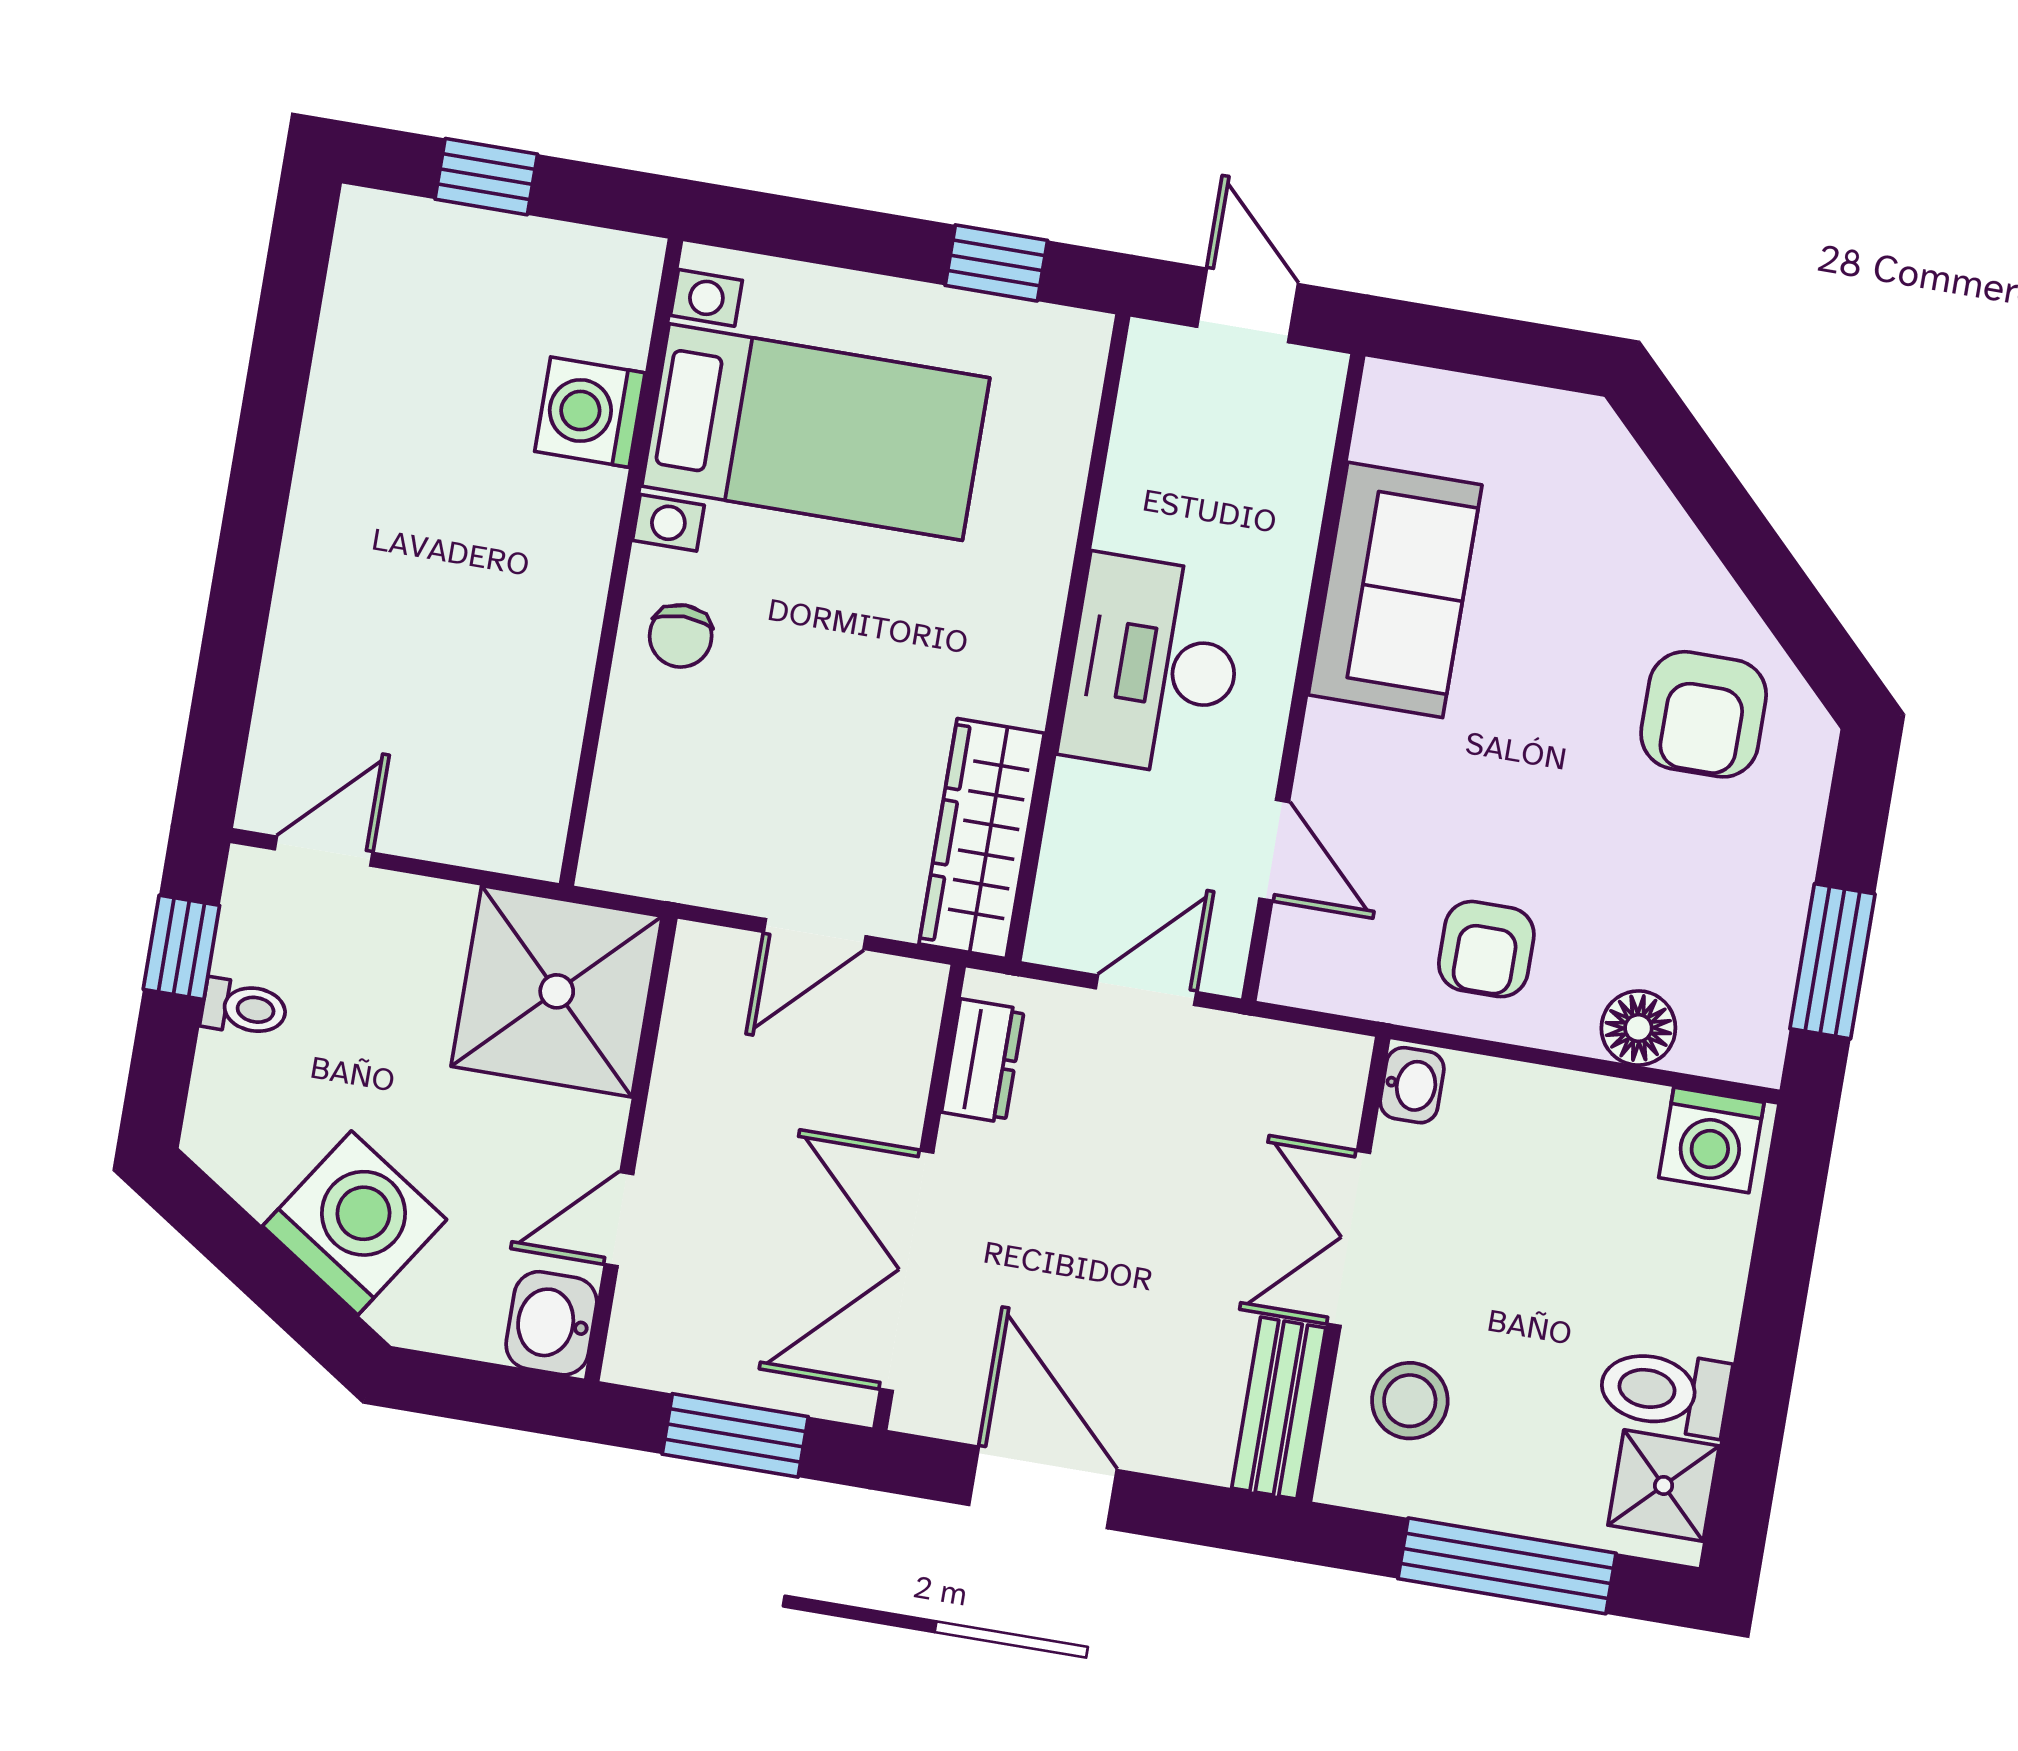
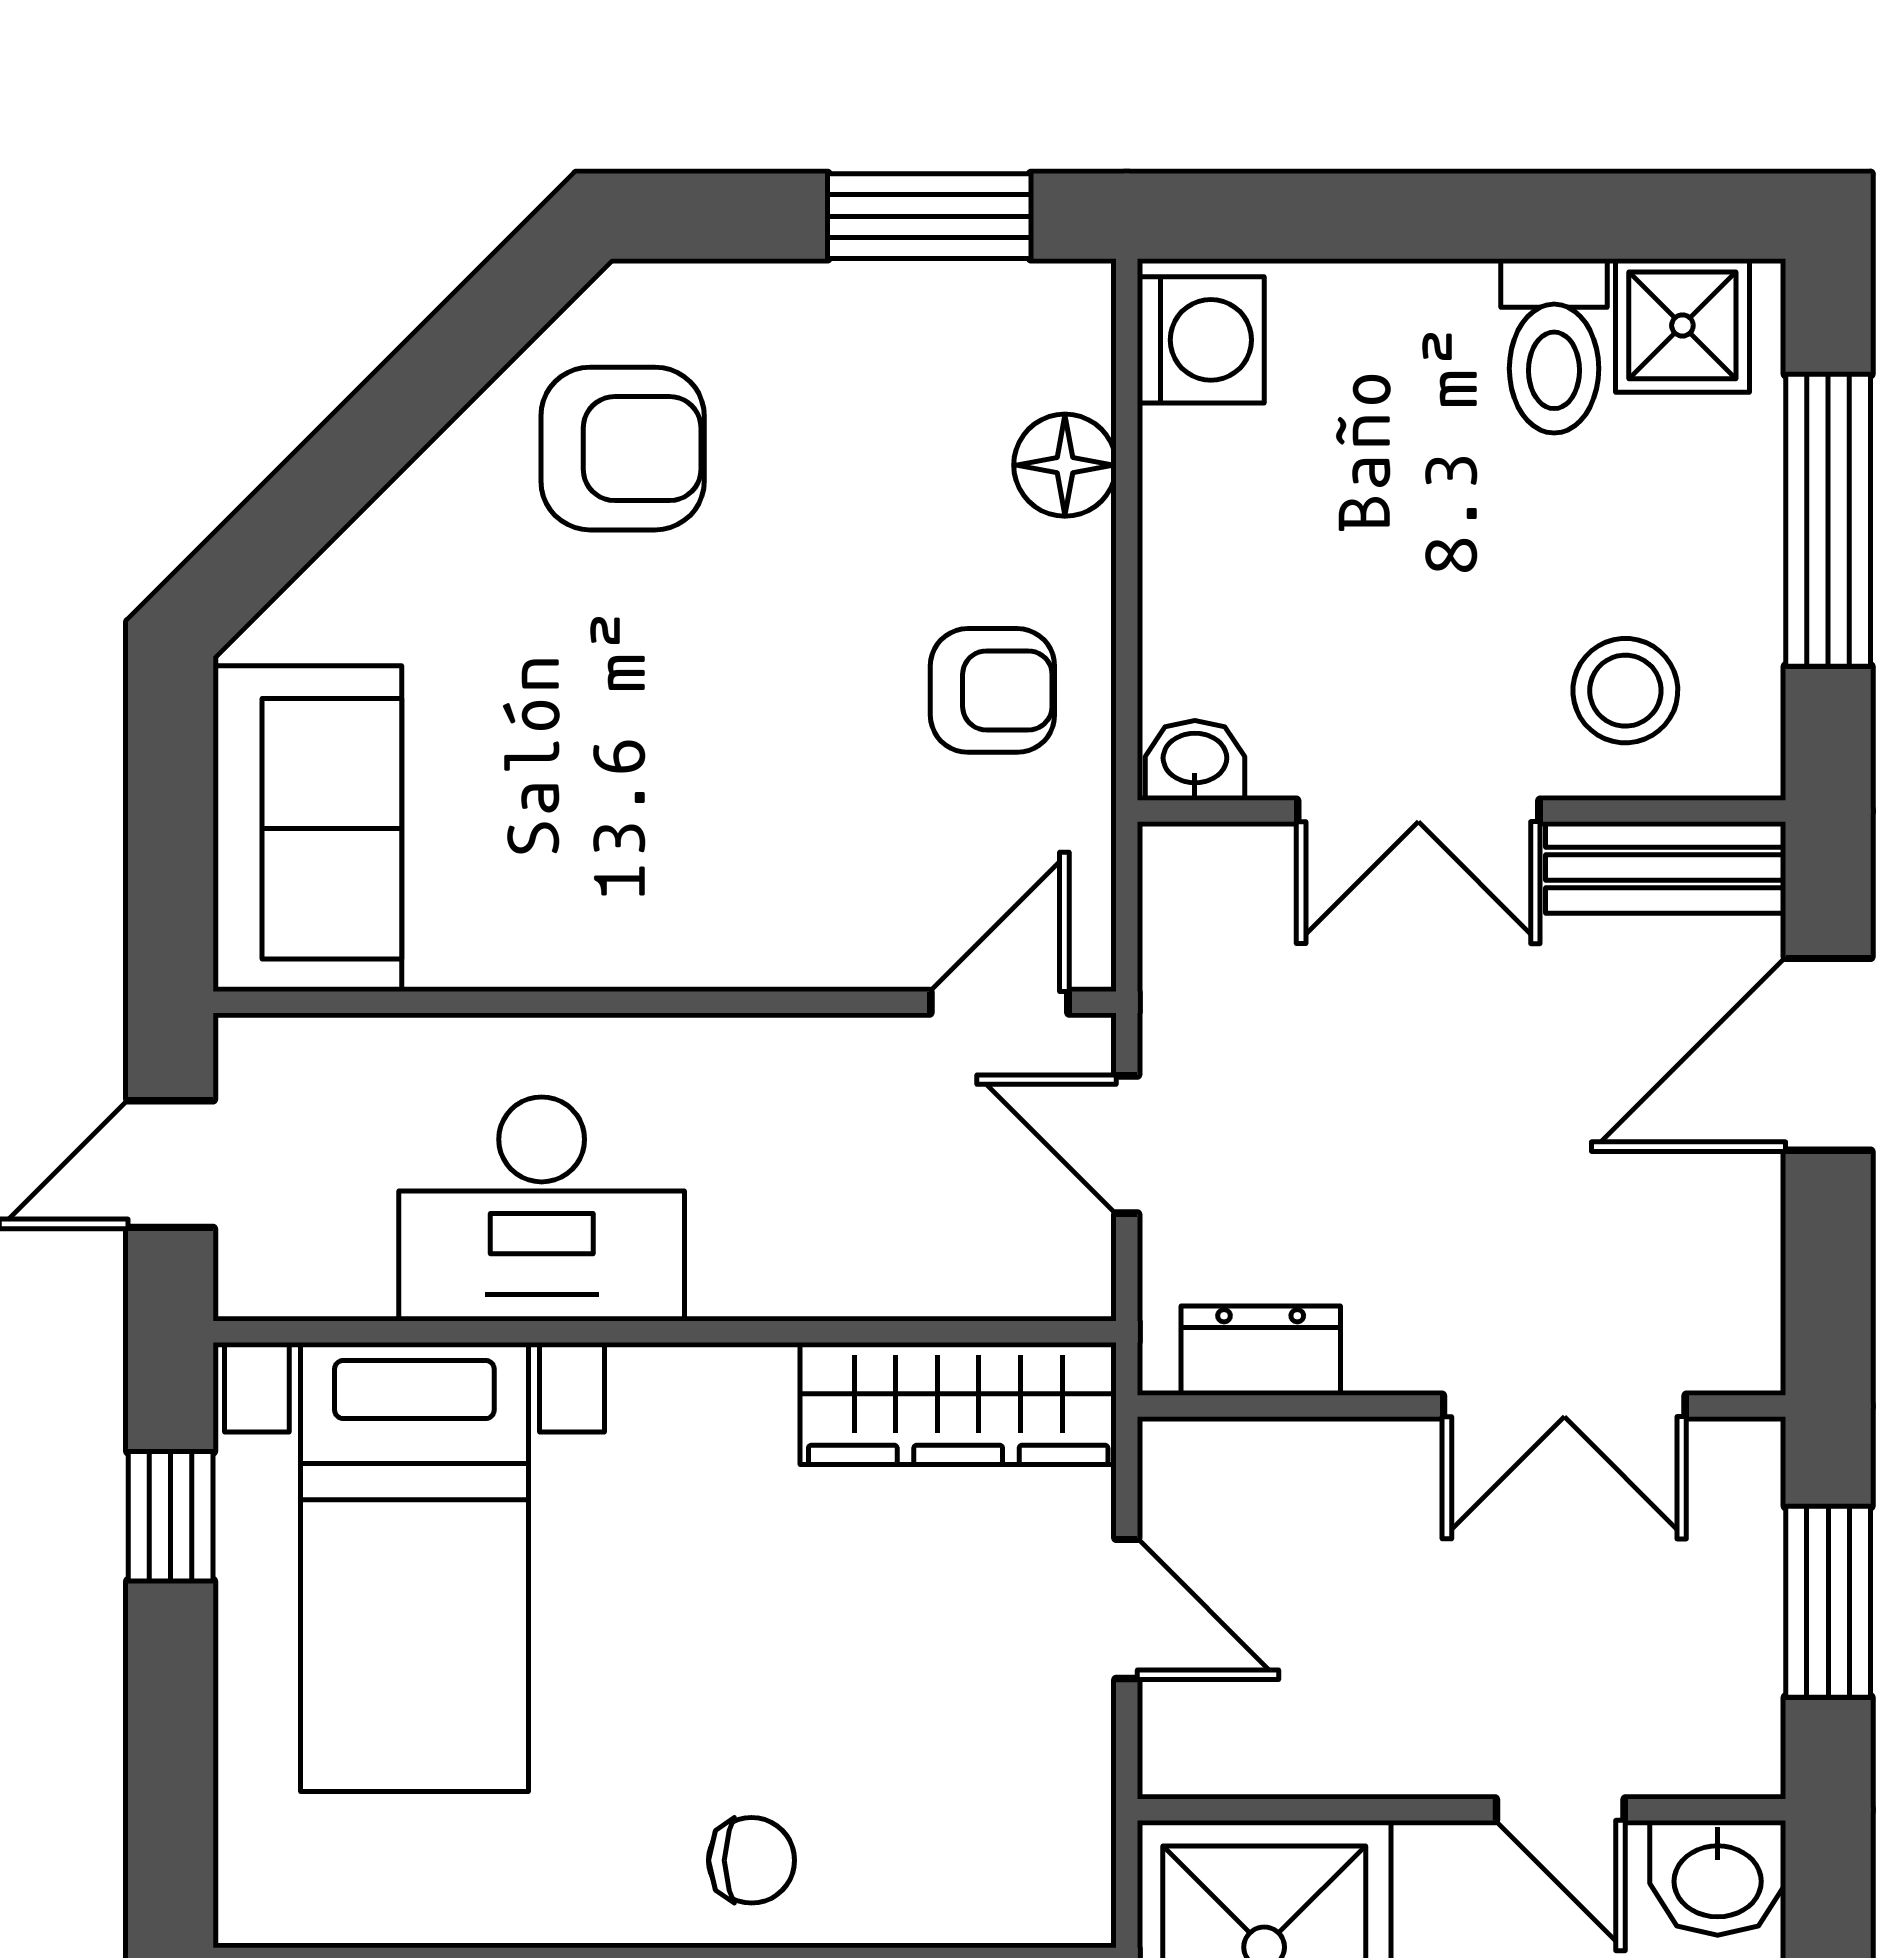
bed with nightstands: (816, 432) -> (414, 1567), moved, turned 180
sofa: (1395, 590) -> (307, 829), moved, turned 90
desk: (1154, 666) -> (542, 1209), moved
door: (1274, 850) -> (999, 1002), moved
double door: (907, 1271) -> (1564, 1406), width x0.73
door: (1043, 1487) -> (1828, 1054), moved

